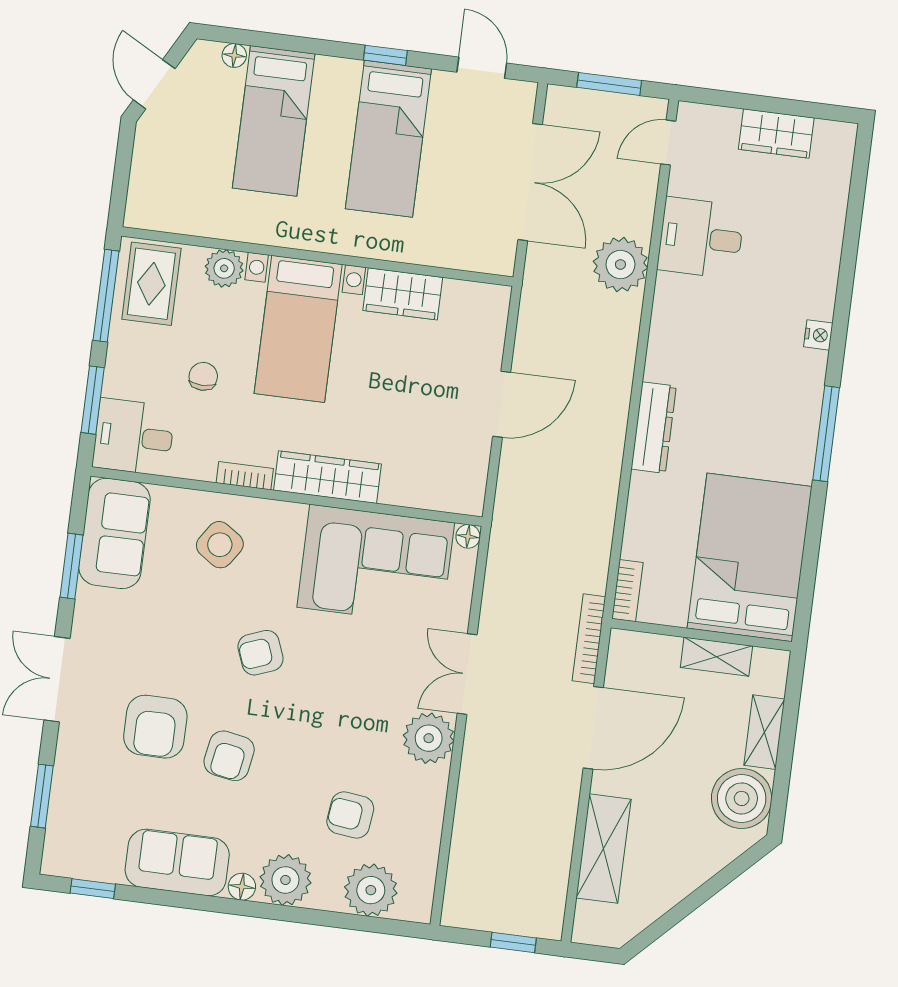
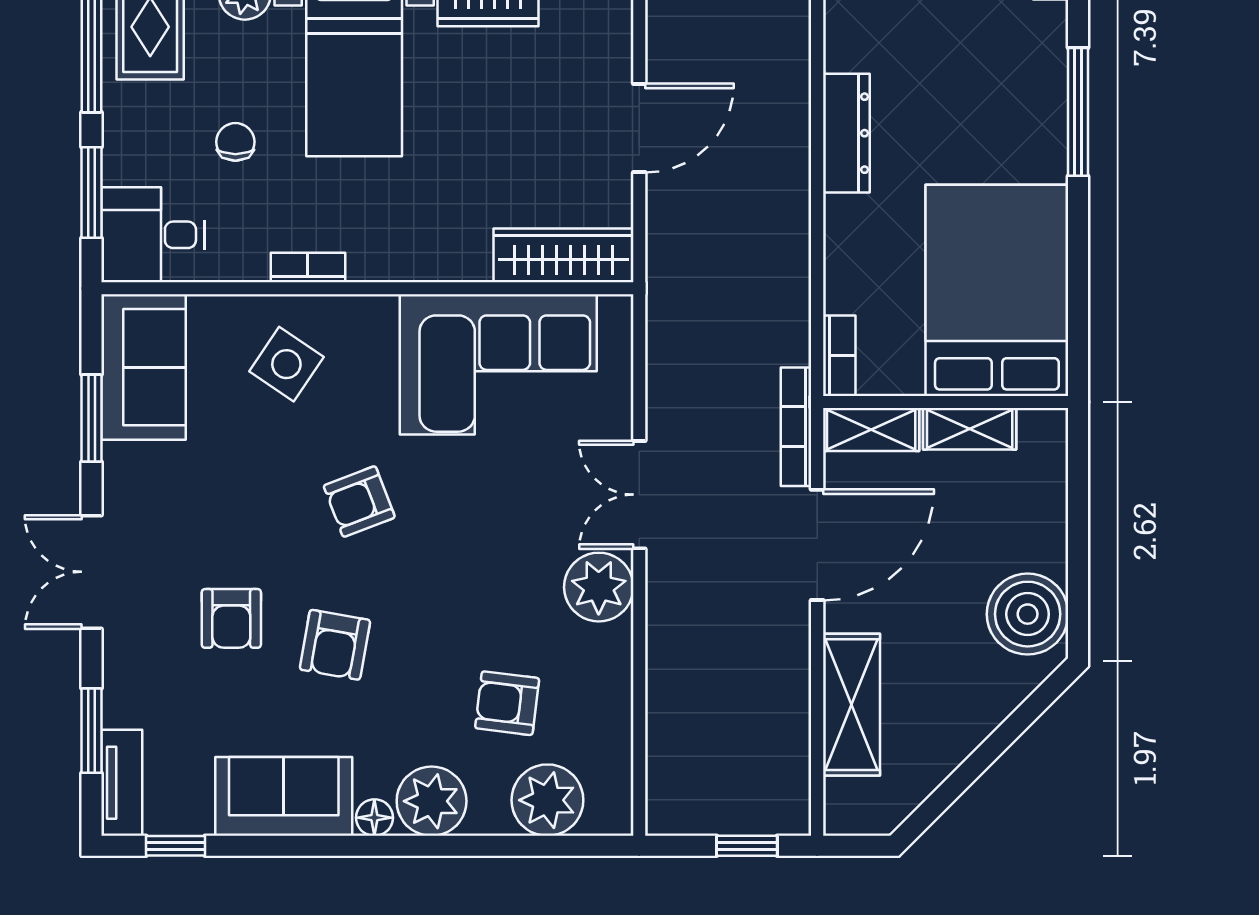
wardrobe: (328, 477) -> (563, 255), moved
floor lamp: (468, 536) -> (617, 310), removed
armchair: (155, 727) -> (231, 618), width x0.72, depth x0.72
shelving: (764, 732) -> (871, 430), moved, turned 90
tv unit: (59, 837) -> (122, 783), added

